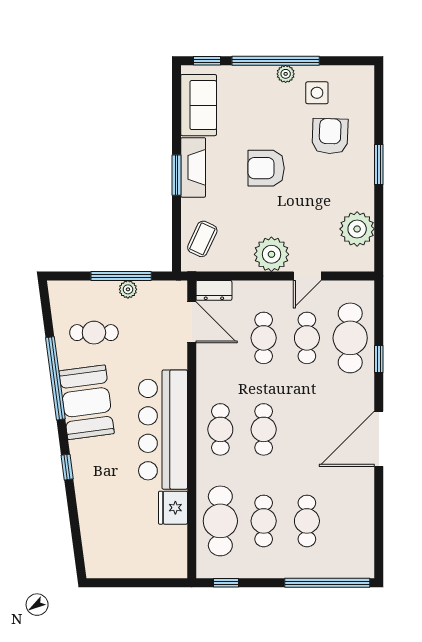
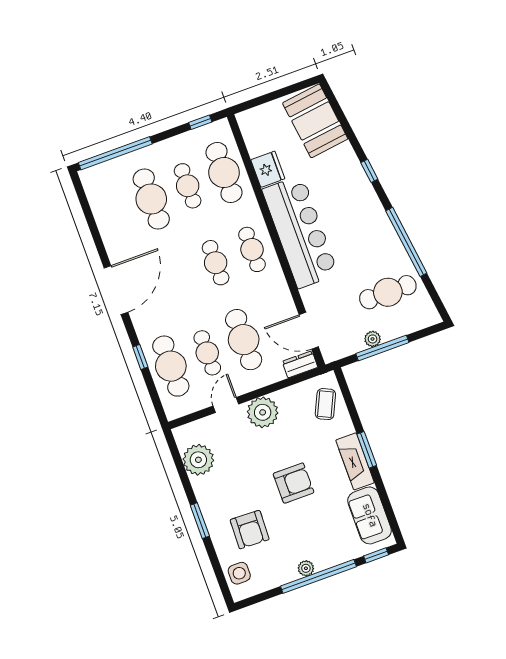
side table: (317, 93) -> (239, 573), moved
cafe table: (94, 333) -> (388, 292), width x1.37, depth x1.35
cafe table: (264, 338) -> (244, 340), width x1.37, depth x1.35
booth: (87, 402) -> (315, 121), moved
cafe table: (307, 521) -> (151, 199), width x1.37, depth x1.35

